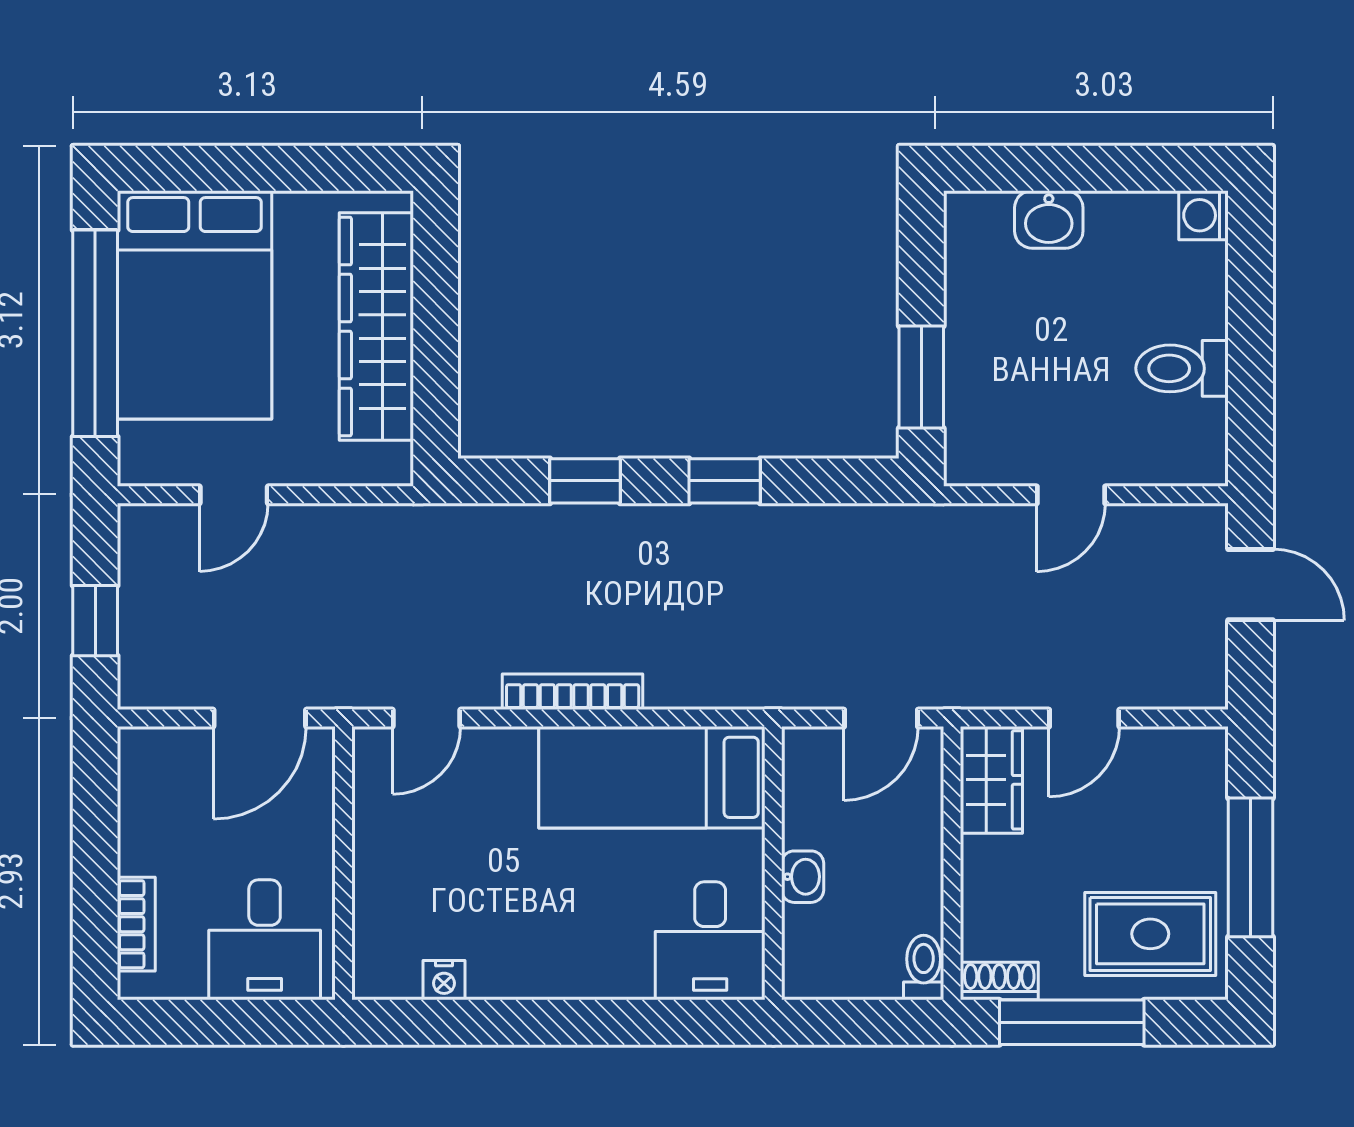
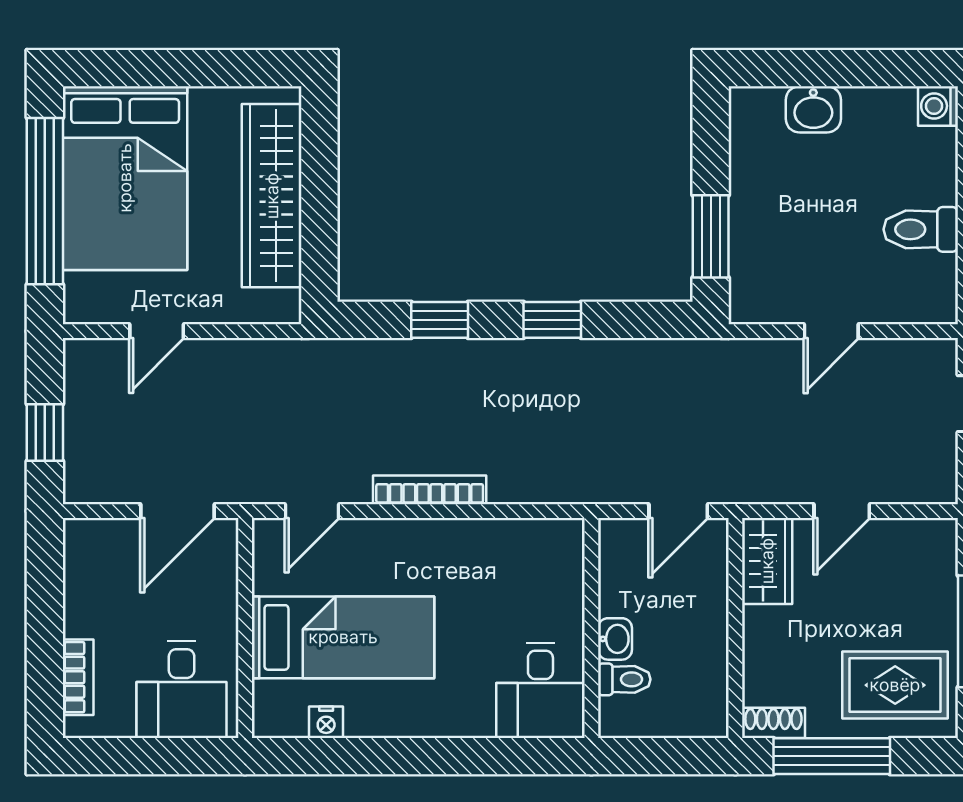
bed: (652, 777) -> (343, 637), moved, turned 180
toilet: (924, 968) -> (624, 679), moved, turned 90

